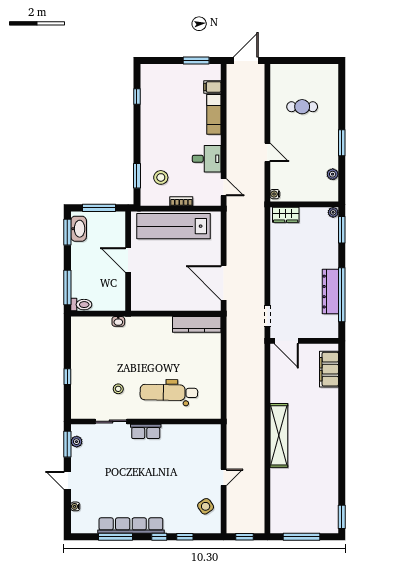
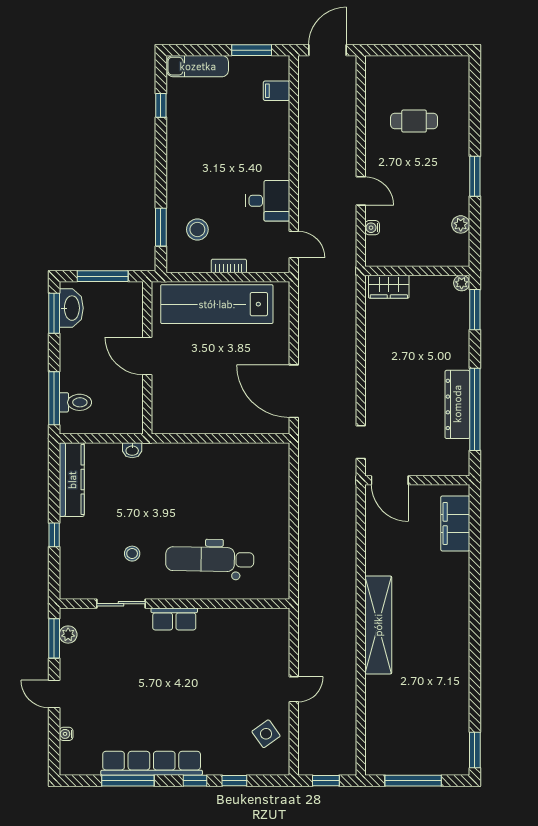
exam couch: (214, 114) -> (198, 66), moved, turned -90
water cooler: (275, 194) -> (372, 228), moved
toilet: (81, 305) -> (75, 402), moved
kitchen counter: (197, 324) -> (72, 480), moved, turned -90

